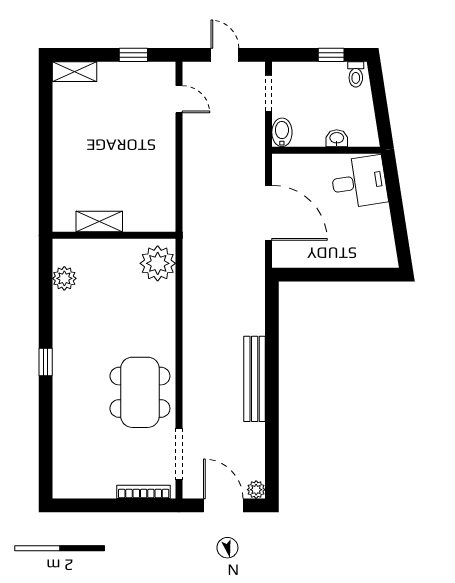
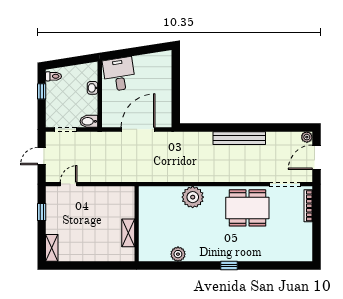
shelving: (99, 222) -> (128, 233), moved
wall: (114, 235) -> (137, 224), moved
plant: (158, 263) -> (193, 197), moved

